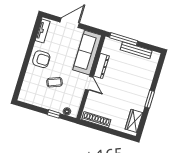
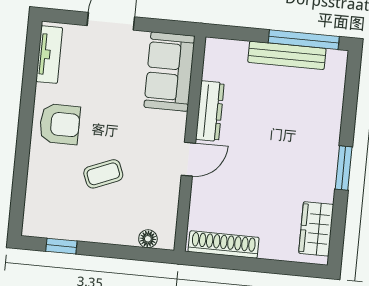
window: (124, 39) -> (304, 40), moved
sofa: (87, 53) -> (169, 72), width x0.73
door: (89, 83) -> (188, 159), hinge flipped
window: (54, 114) -> (61, 246), moved

